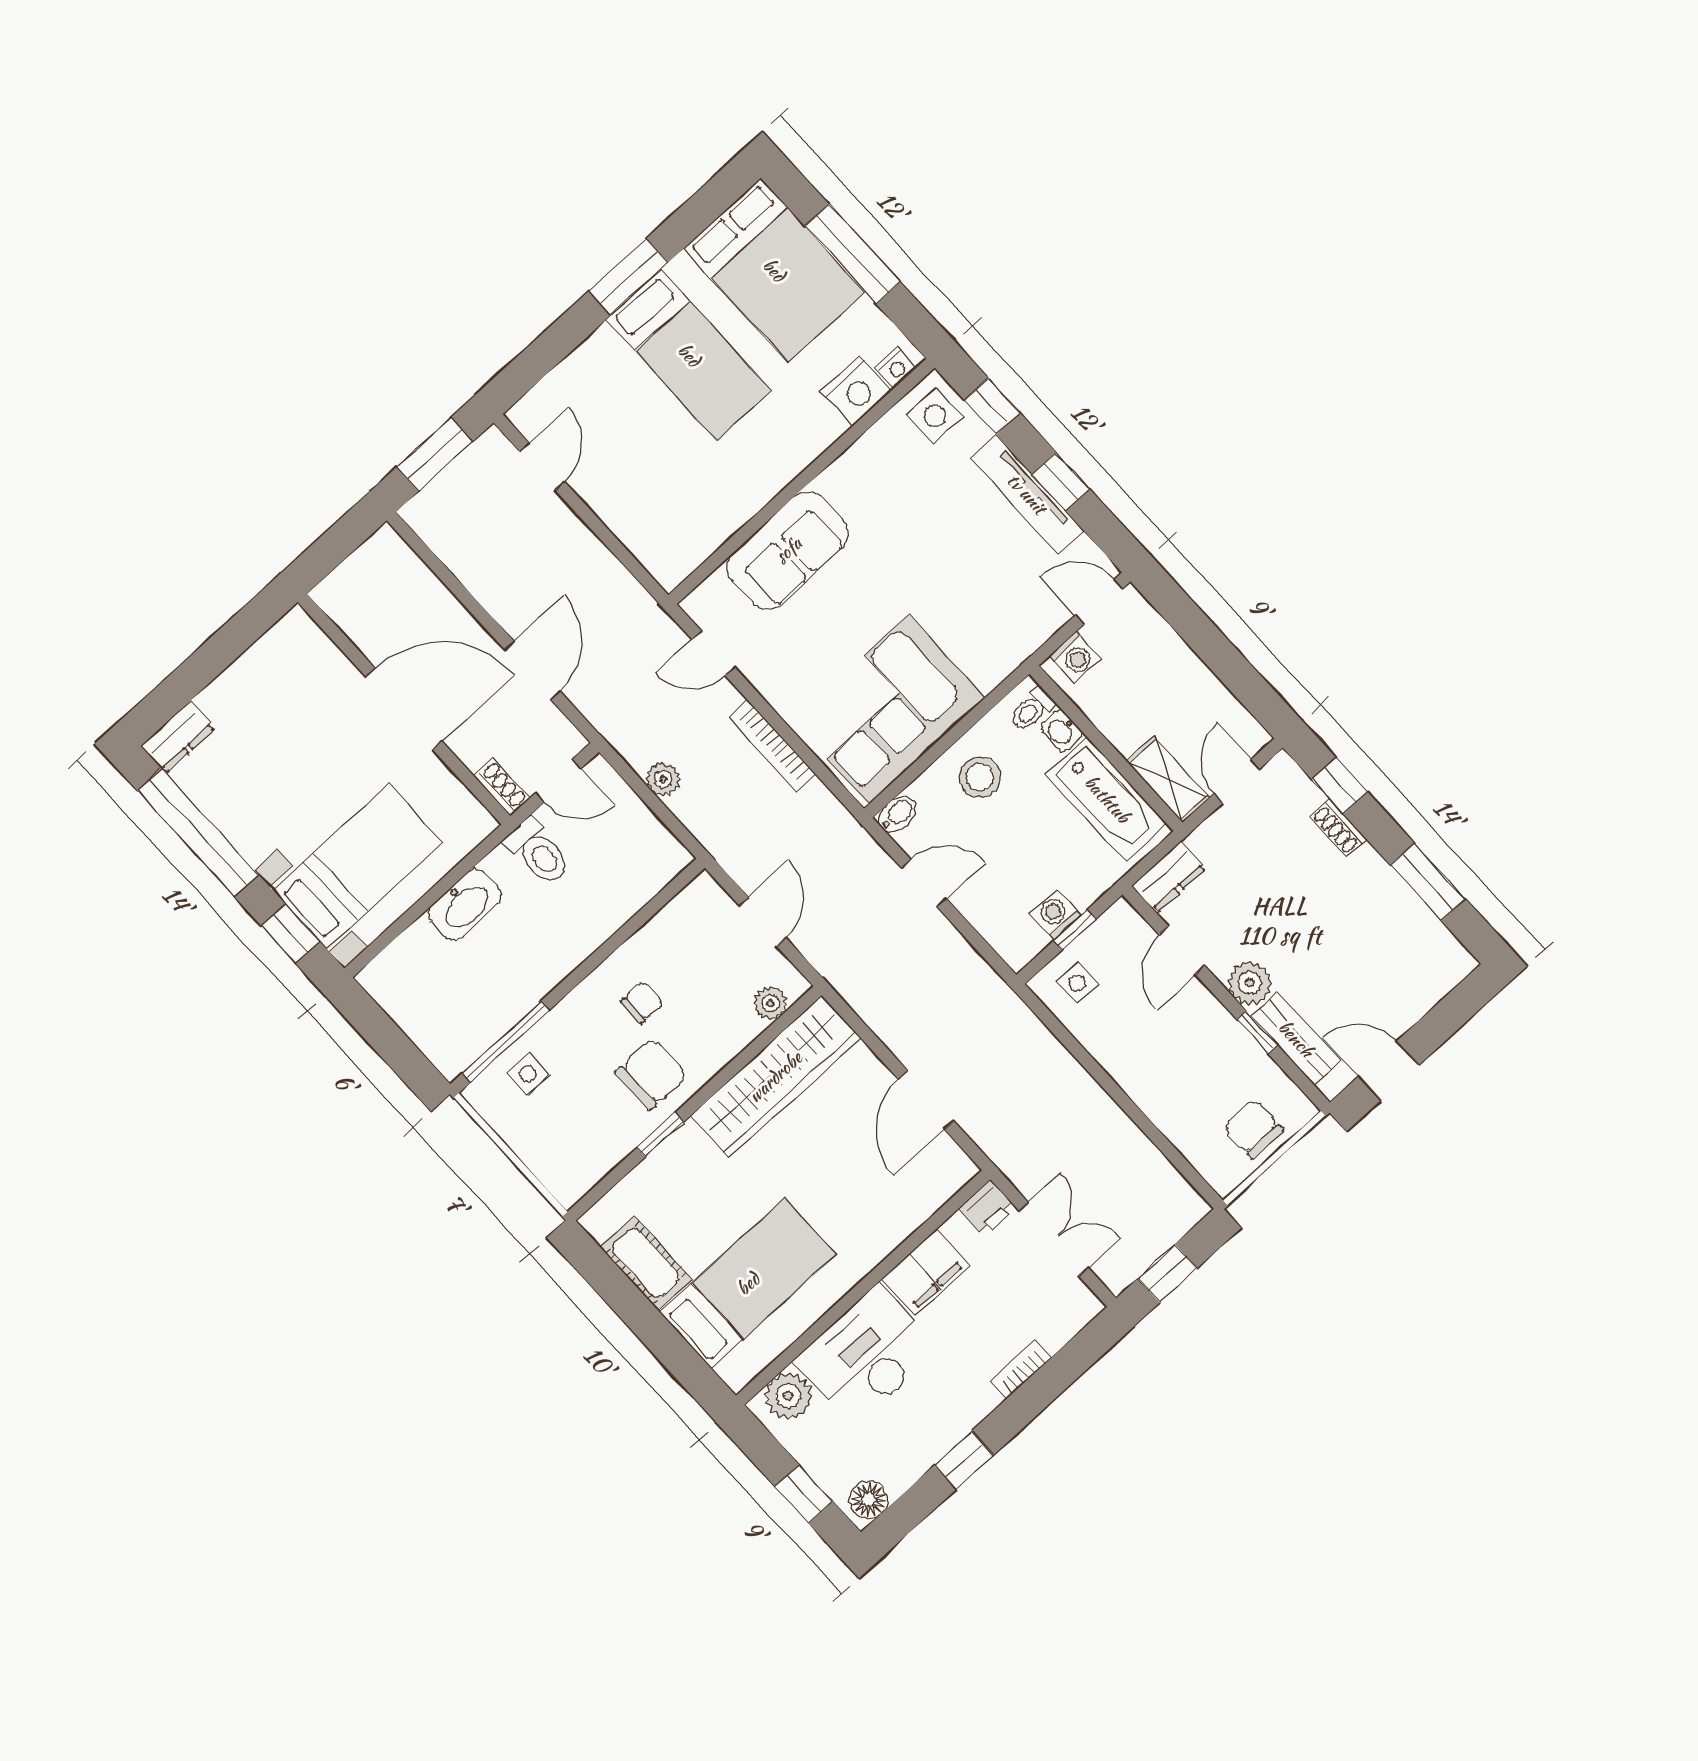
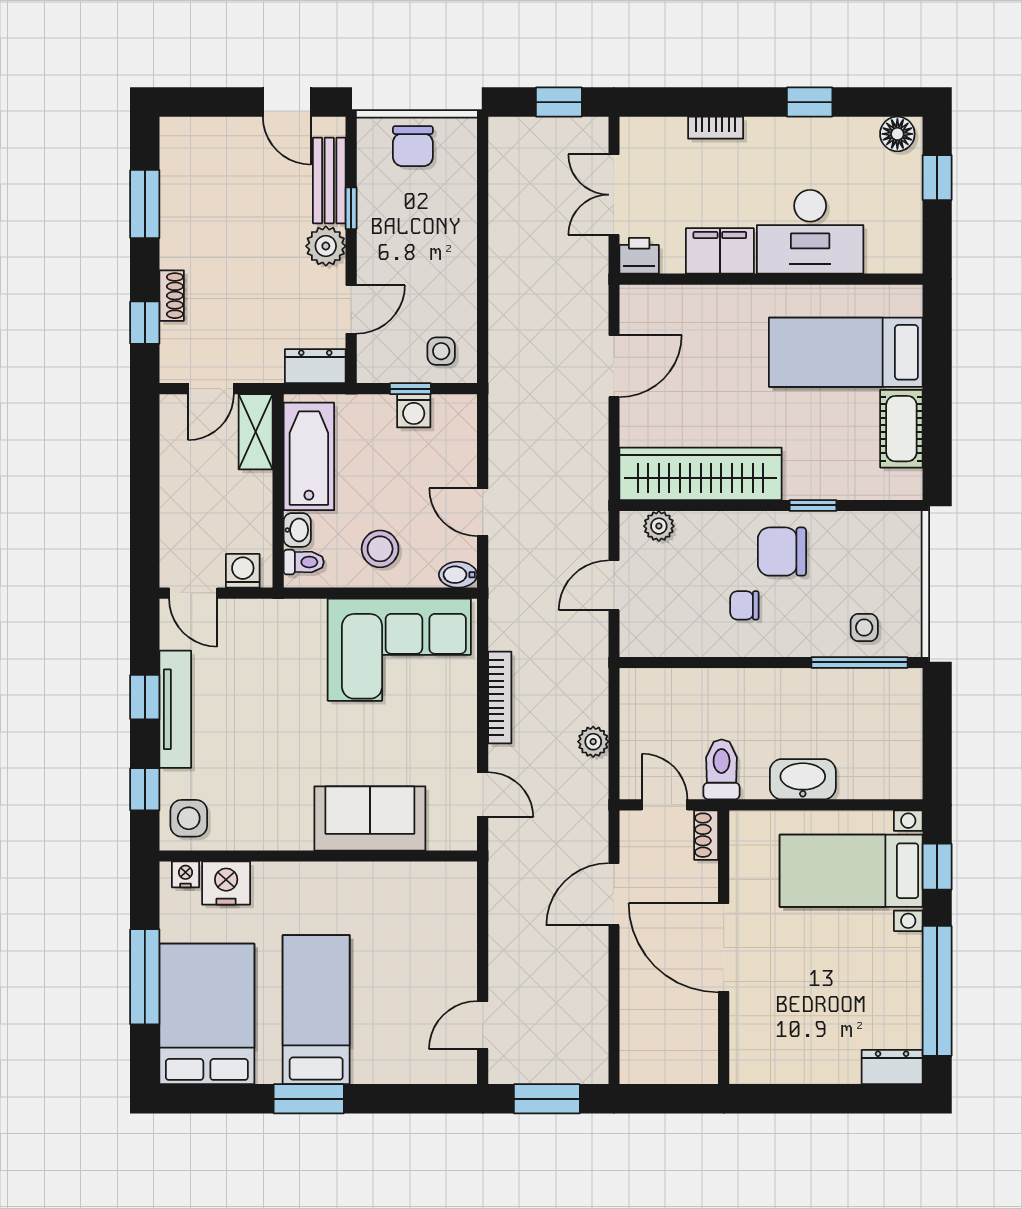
plant: (788, 1396) -> (887, 252), removed

